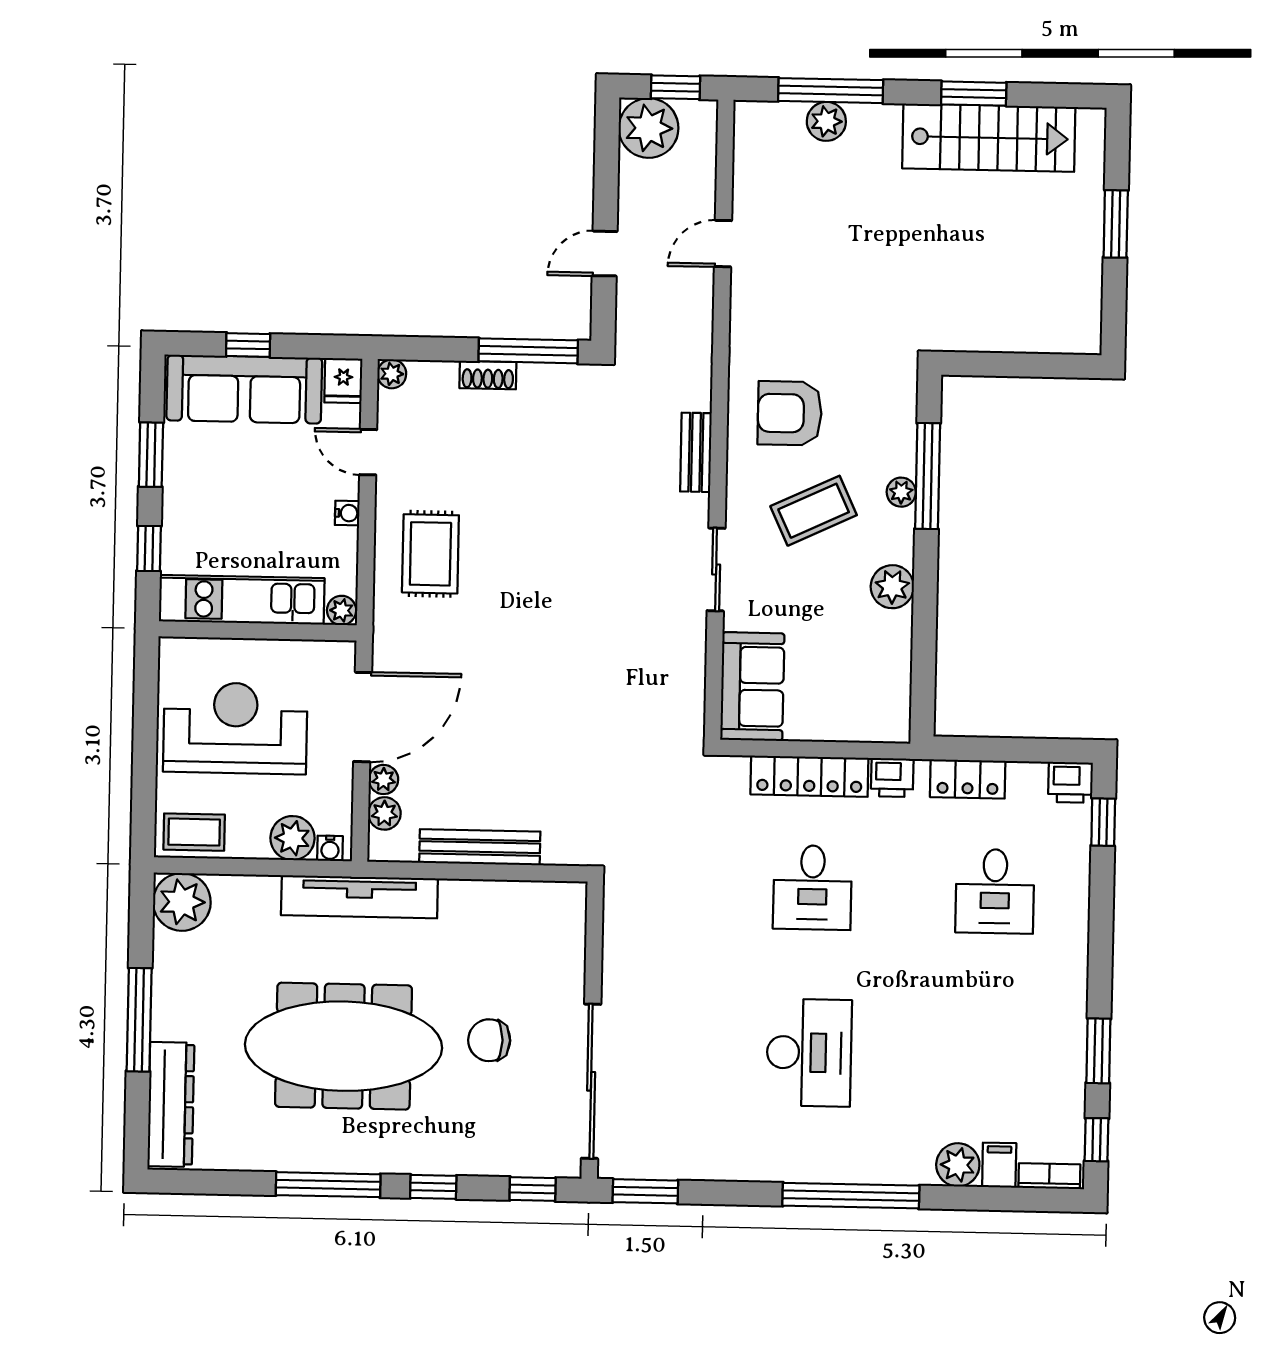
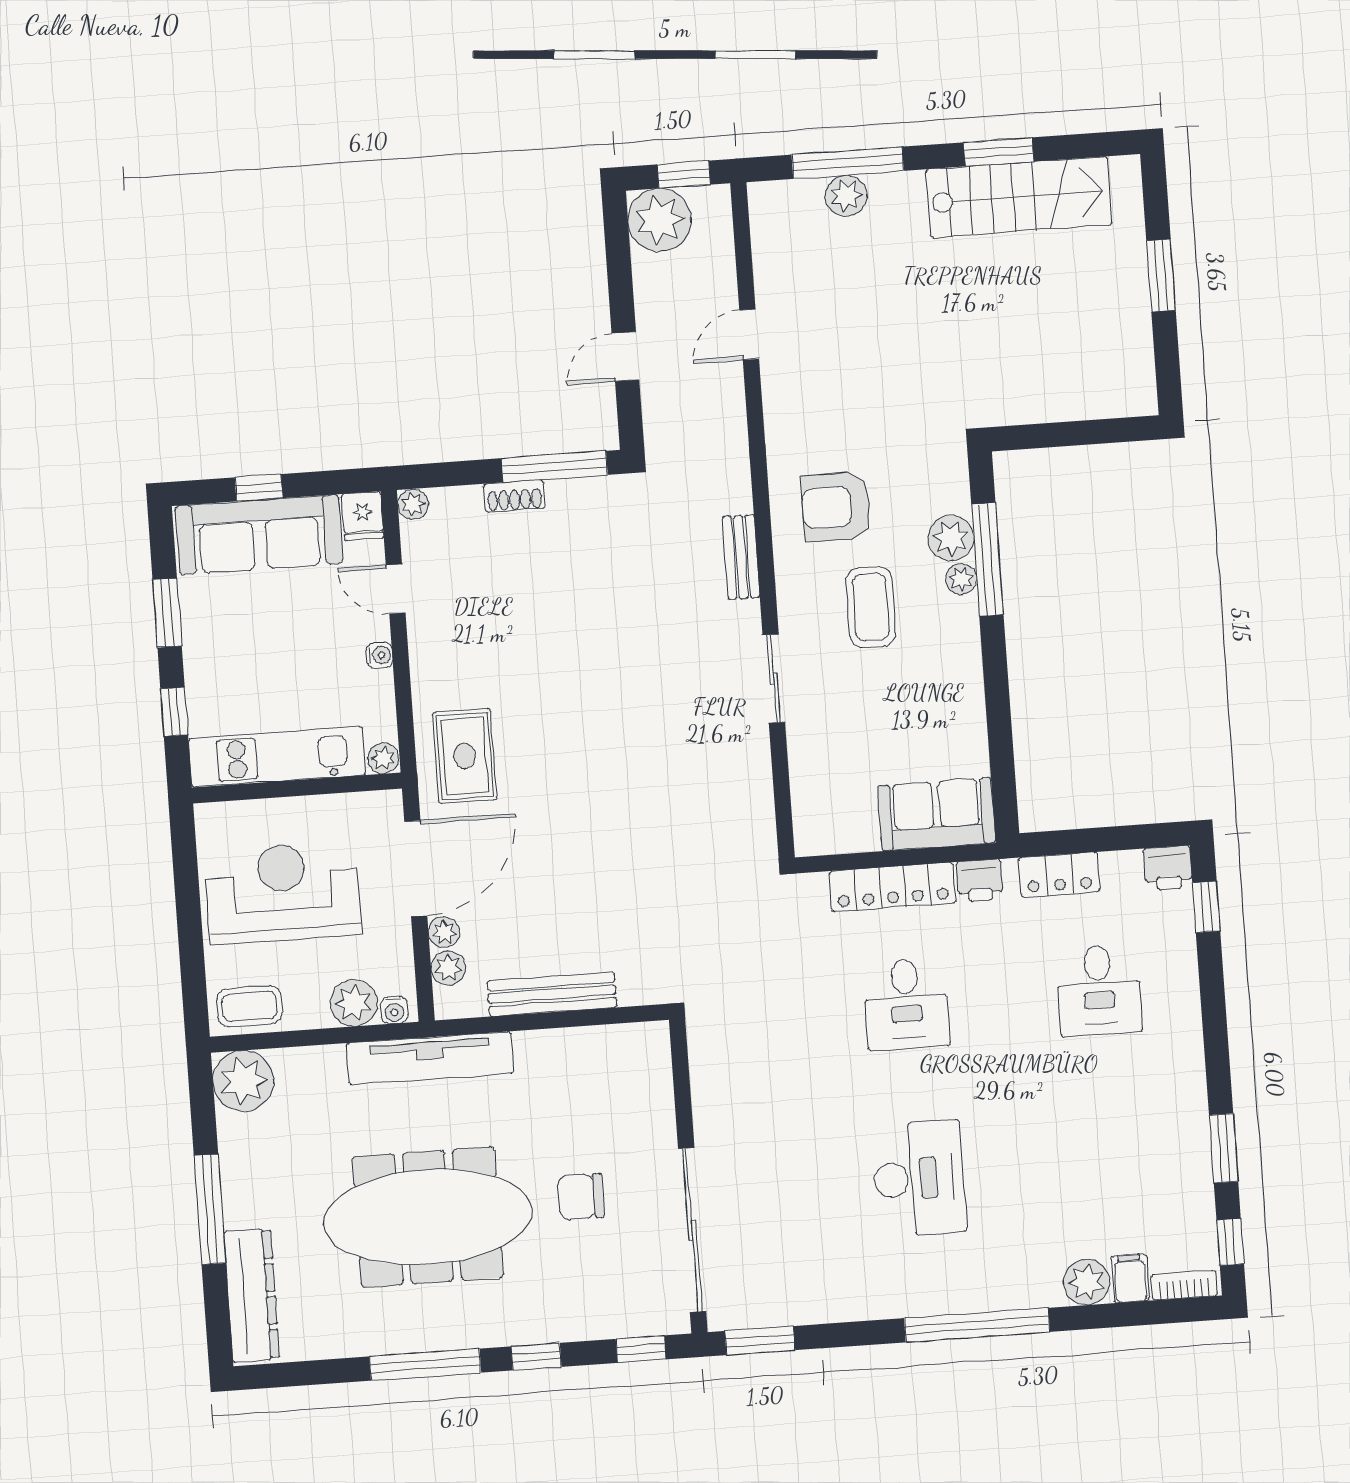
coffee table: (814, 511) -> (871, 607), turned -65
rug: (430, 554) -> (465, 756), moved
plant: (892, 587) -> (951, 538), moved
sofa: (752, 687) -> (937, 814), moved, turned -90

